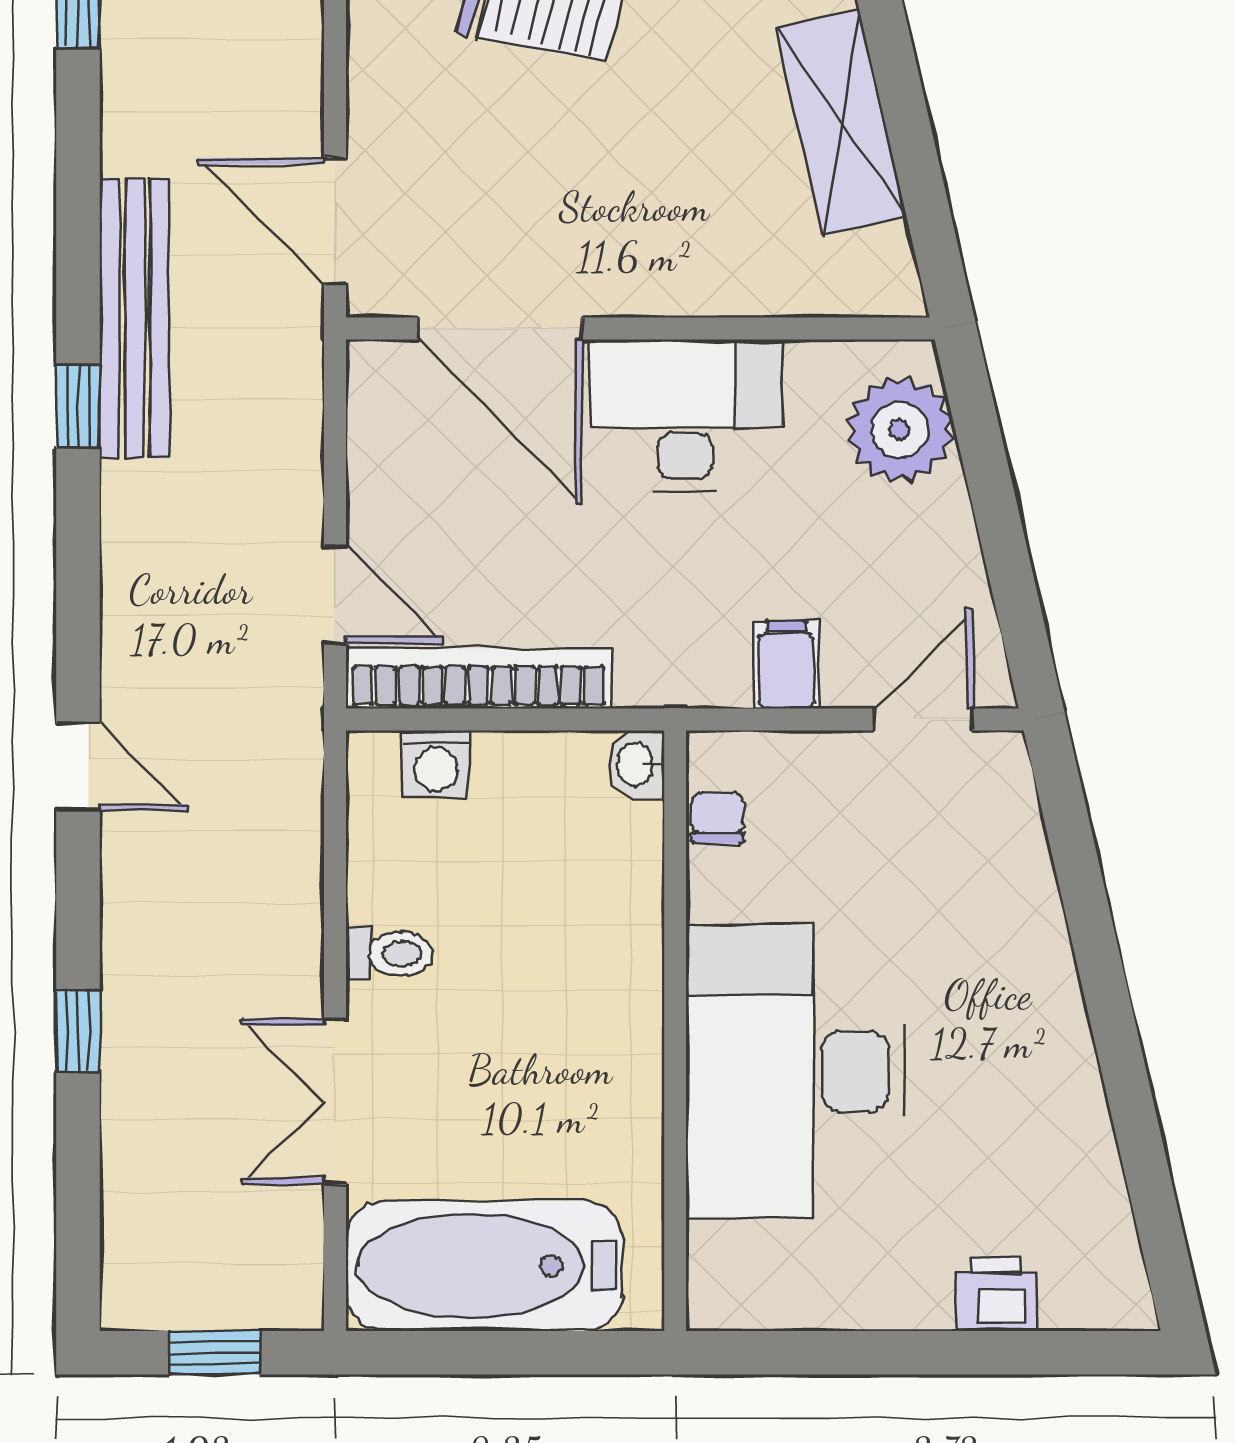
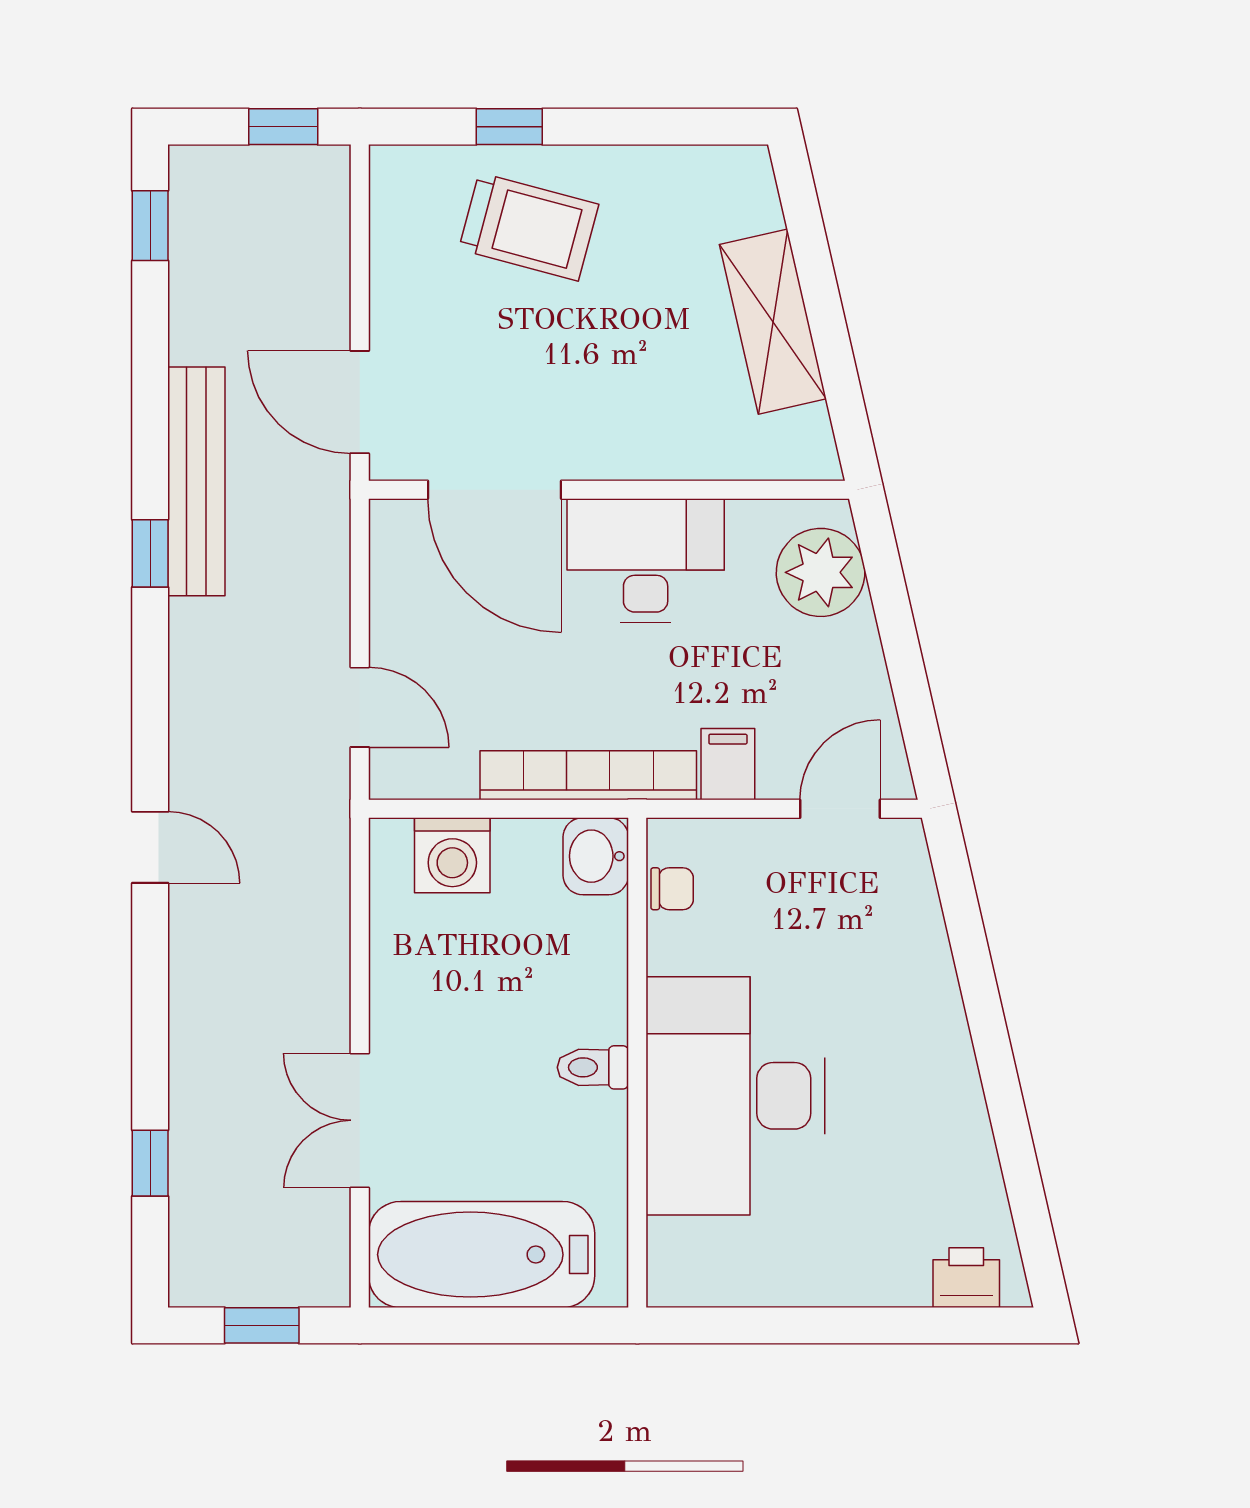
bookcase: (478, 678) -> (588, 775), moved
washing machine: (436, 764) -> (452, 855), width x1.38, depth x1.38
washbasin: (637, 764) -> (596, 856), width x1.38, depth x1.45
chair: (718, 818) -> (672, 889), turned 90
toilet: (389, 954) -> (593, 1067), moved, turned 180
window: (78, 1031) -> (150, 1163), moved
printer: (996, 1294) -> (966, 1278), moved

